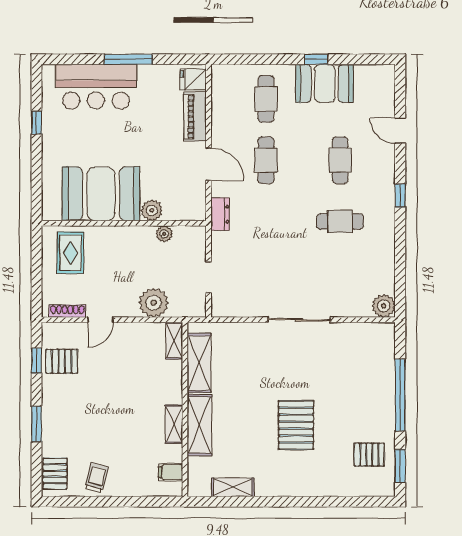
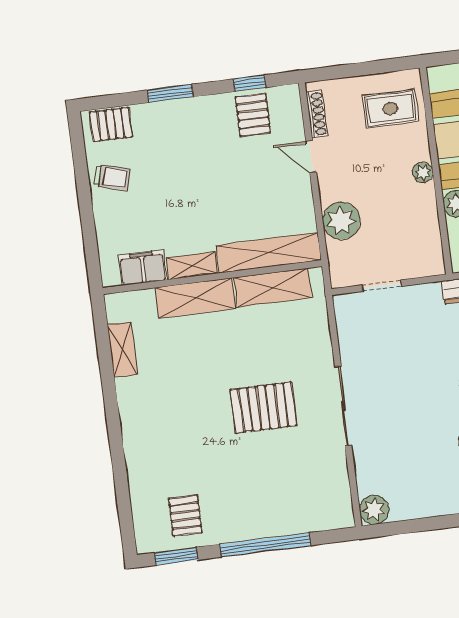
plant: (164, 234) -> (423, 172), moved
shelving: (174, 341) -> (269, 253), width x2.20, depth x1.33
pallet: (296, 425) -> (263, 408), moved
filing cabinet: (170, 472) -> (143, 268), width x2.00

